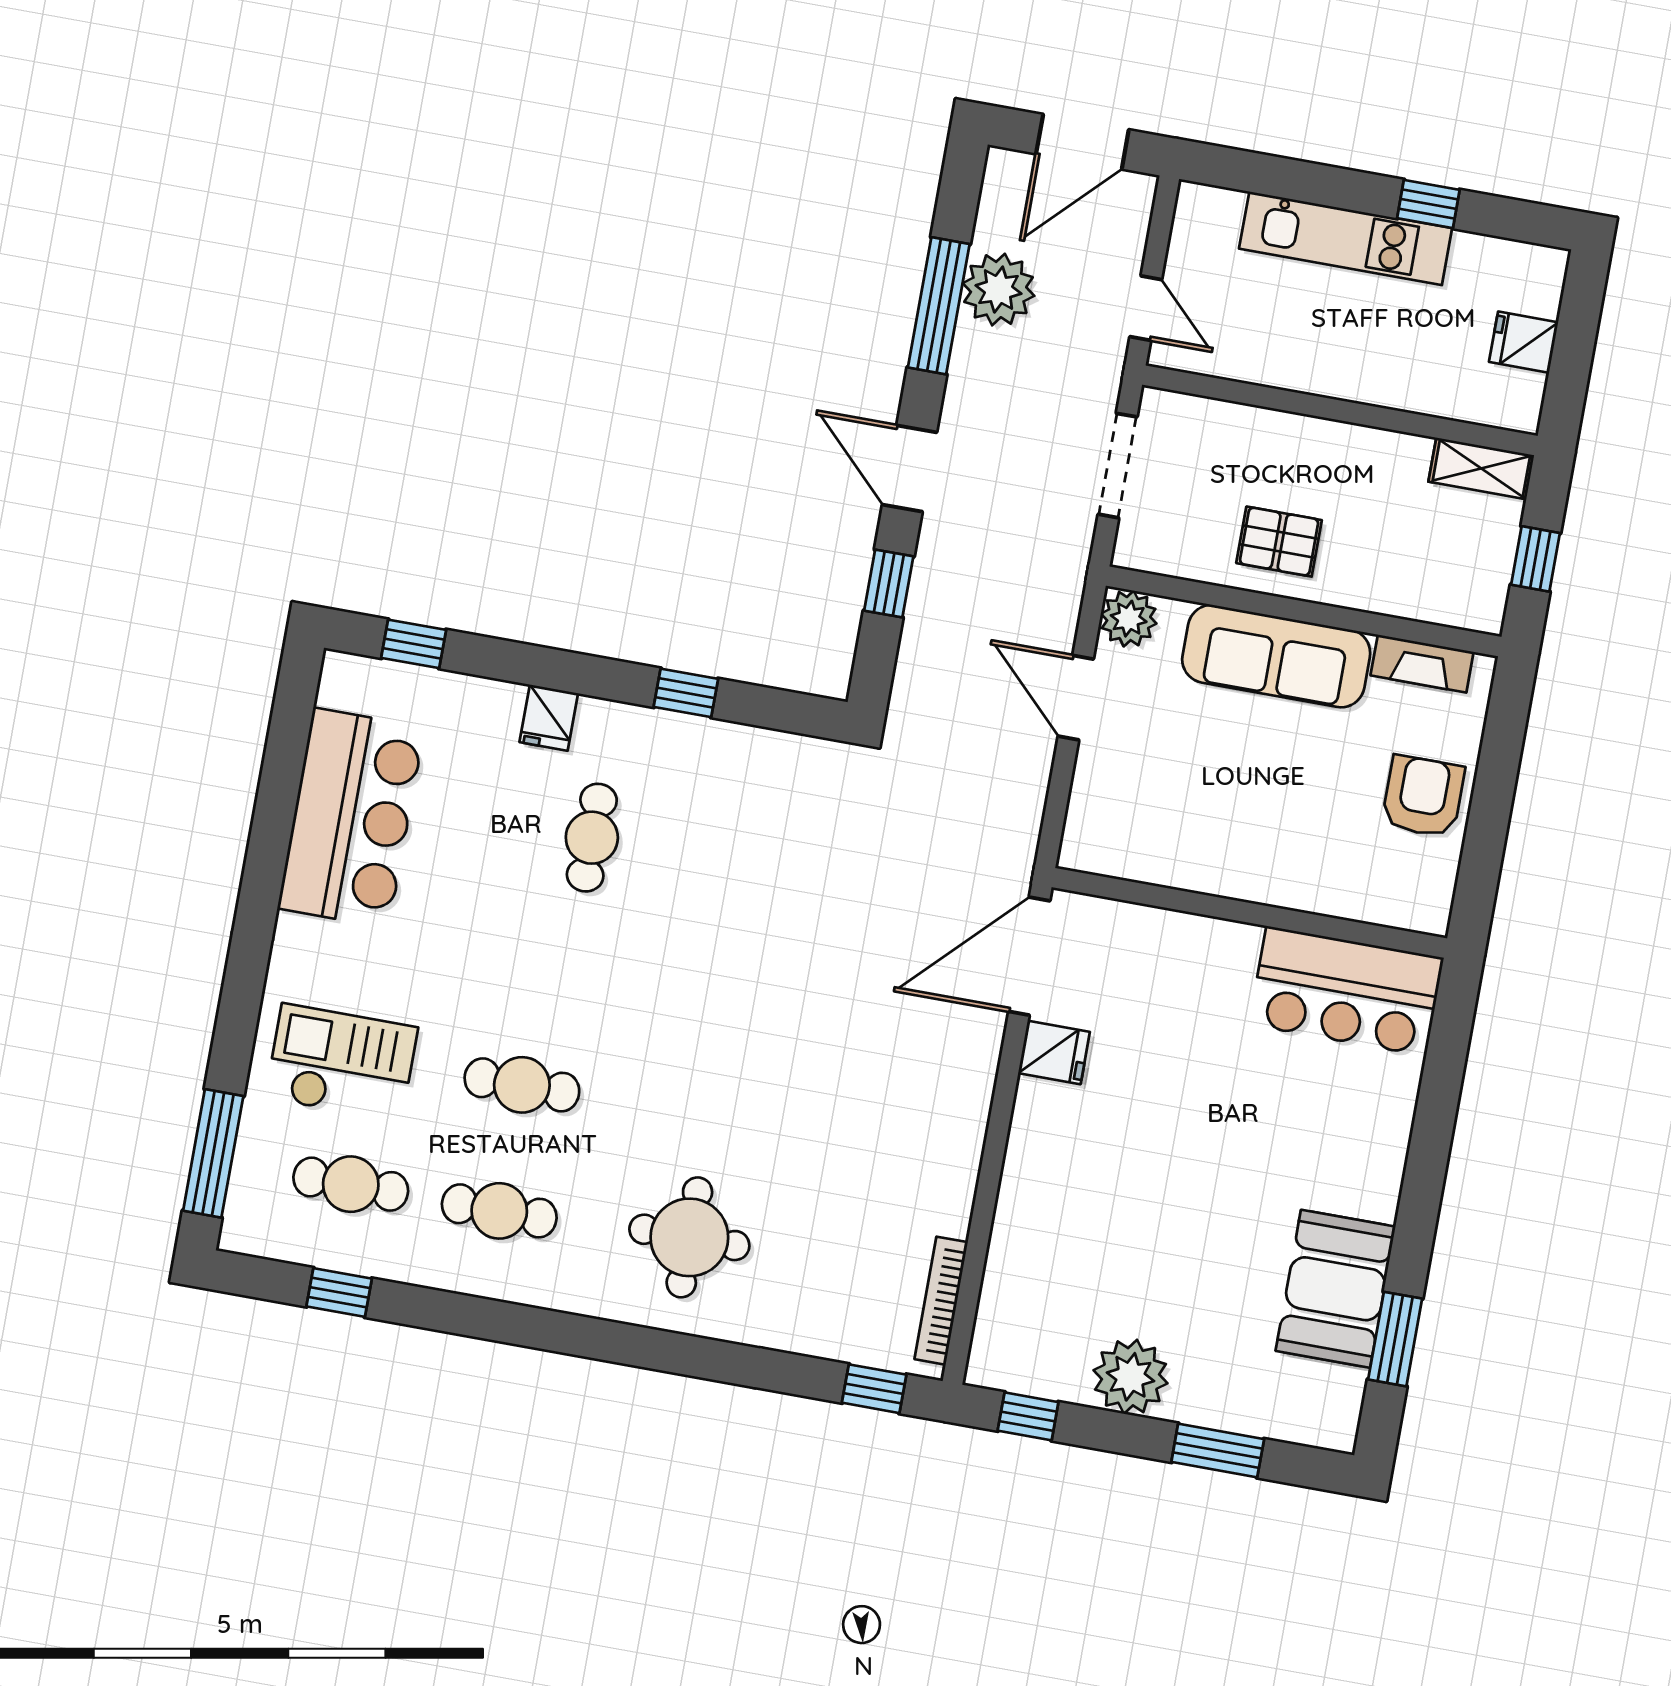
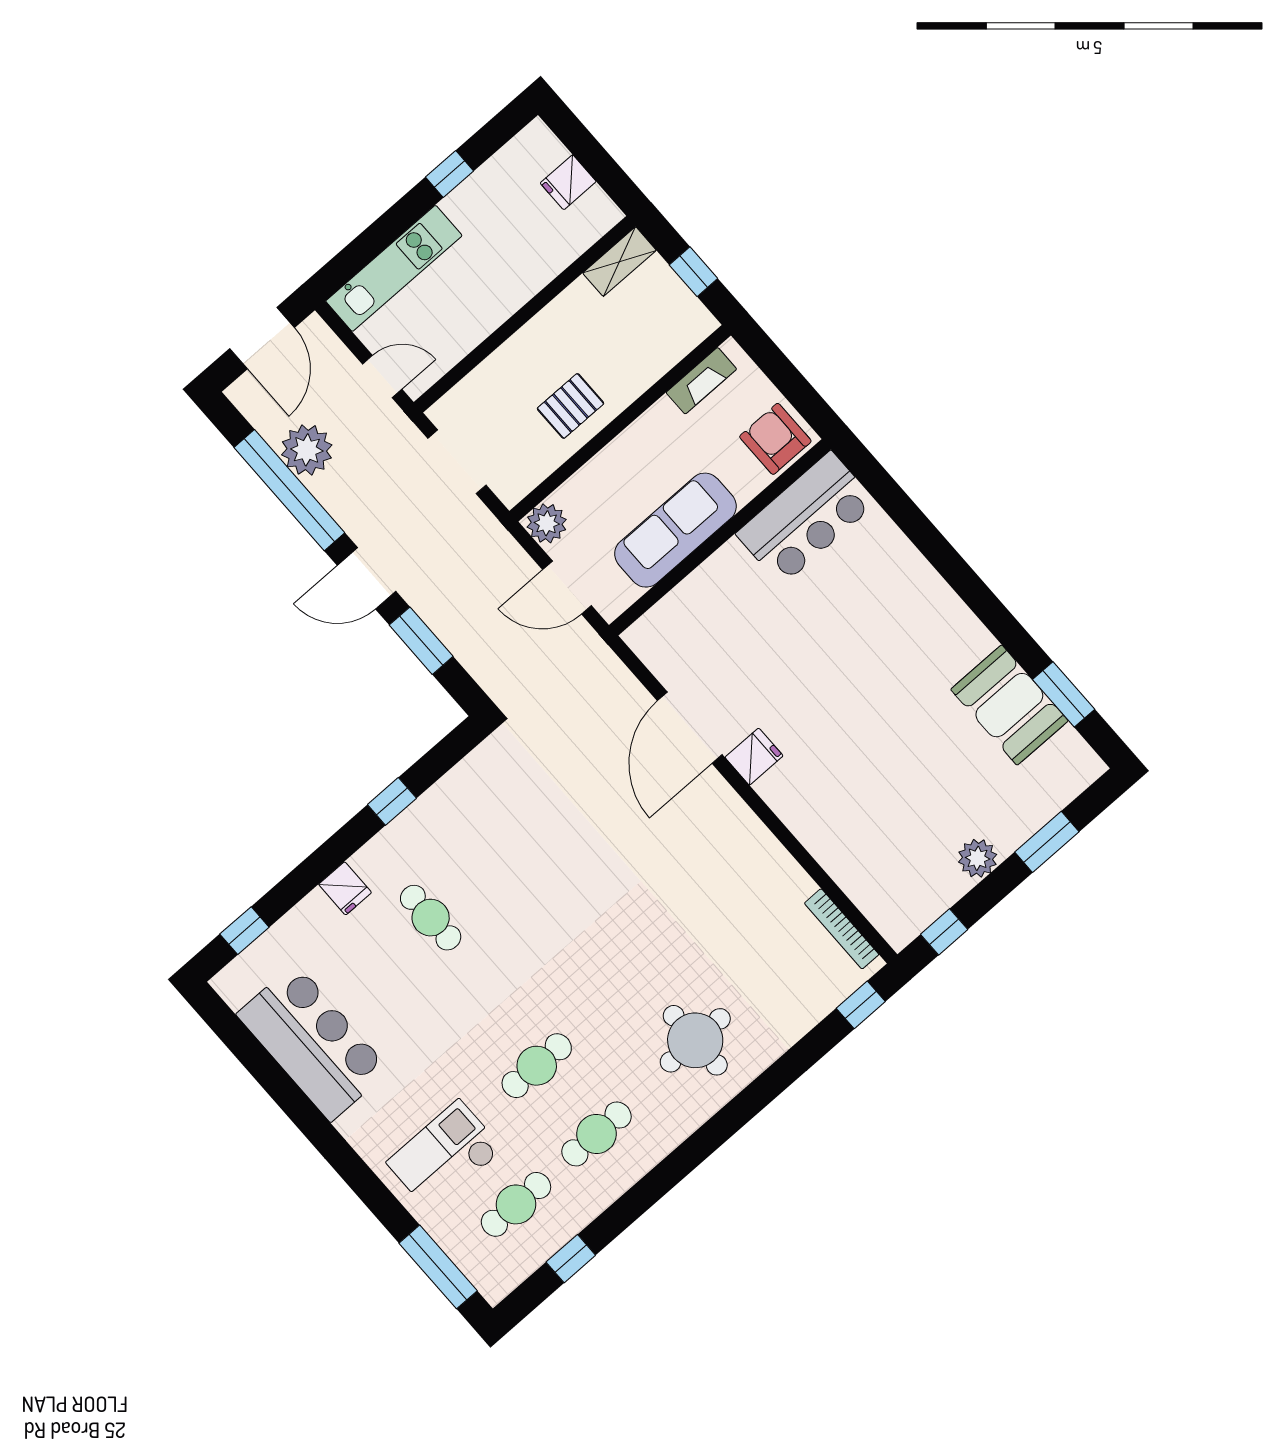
kitchen unit: (1346, 238) -> (394, 268), moved
window: (939, 306) -> (289, 490), width x1.46
window: (889, 583) -> (421, 641), width x1.50
sofa: (1276, 656) -> (675, 530), moved, turned 180
wall: (1249, 913) -> (720, 537), moved
bar counter: (1346, 991) -> (806, 518), moved
plant: (1131, 1377) -> (978, 858), width x0.73, depth x0.73

